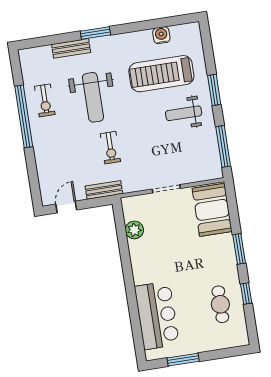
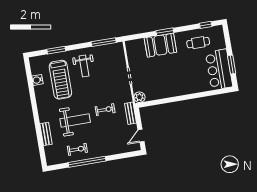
window: (95, 33) -> (37, 119), removed
window: (214, 90) -> (56, 50), moved
door: (66, 207) -> (141, 136), hinge flipped
booth: (212, 210) -> (160, 45), moved
plant: (134, 230) -> (139, 97), moved
window: (246, 294) -> (206, 25), moved
bar counter: (157, 315) -> (219, 70), moved, turned -90

